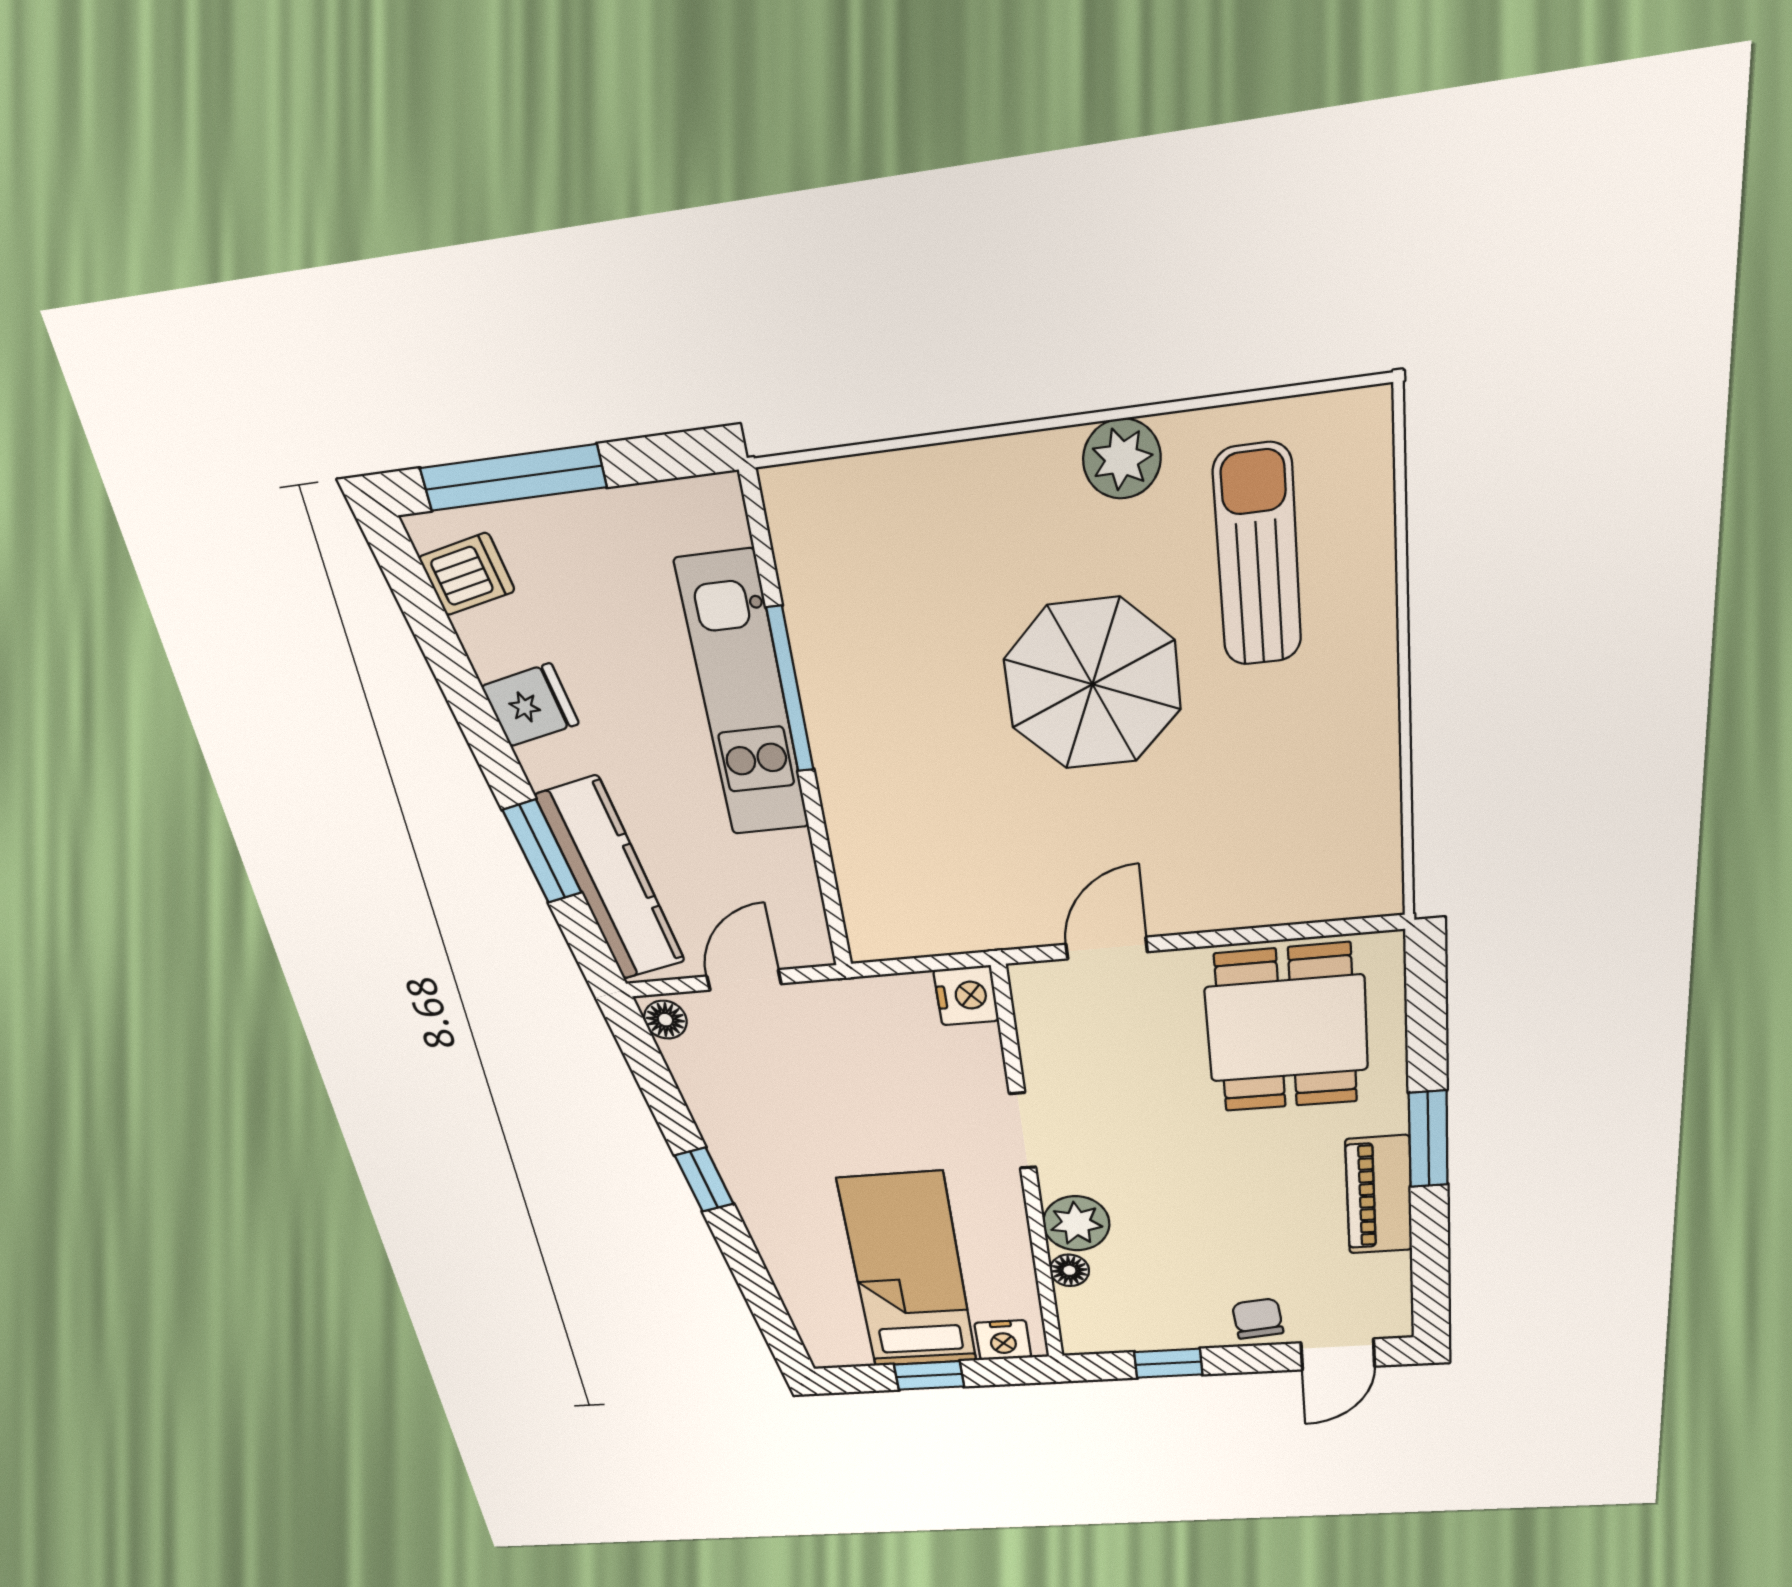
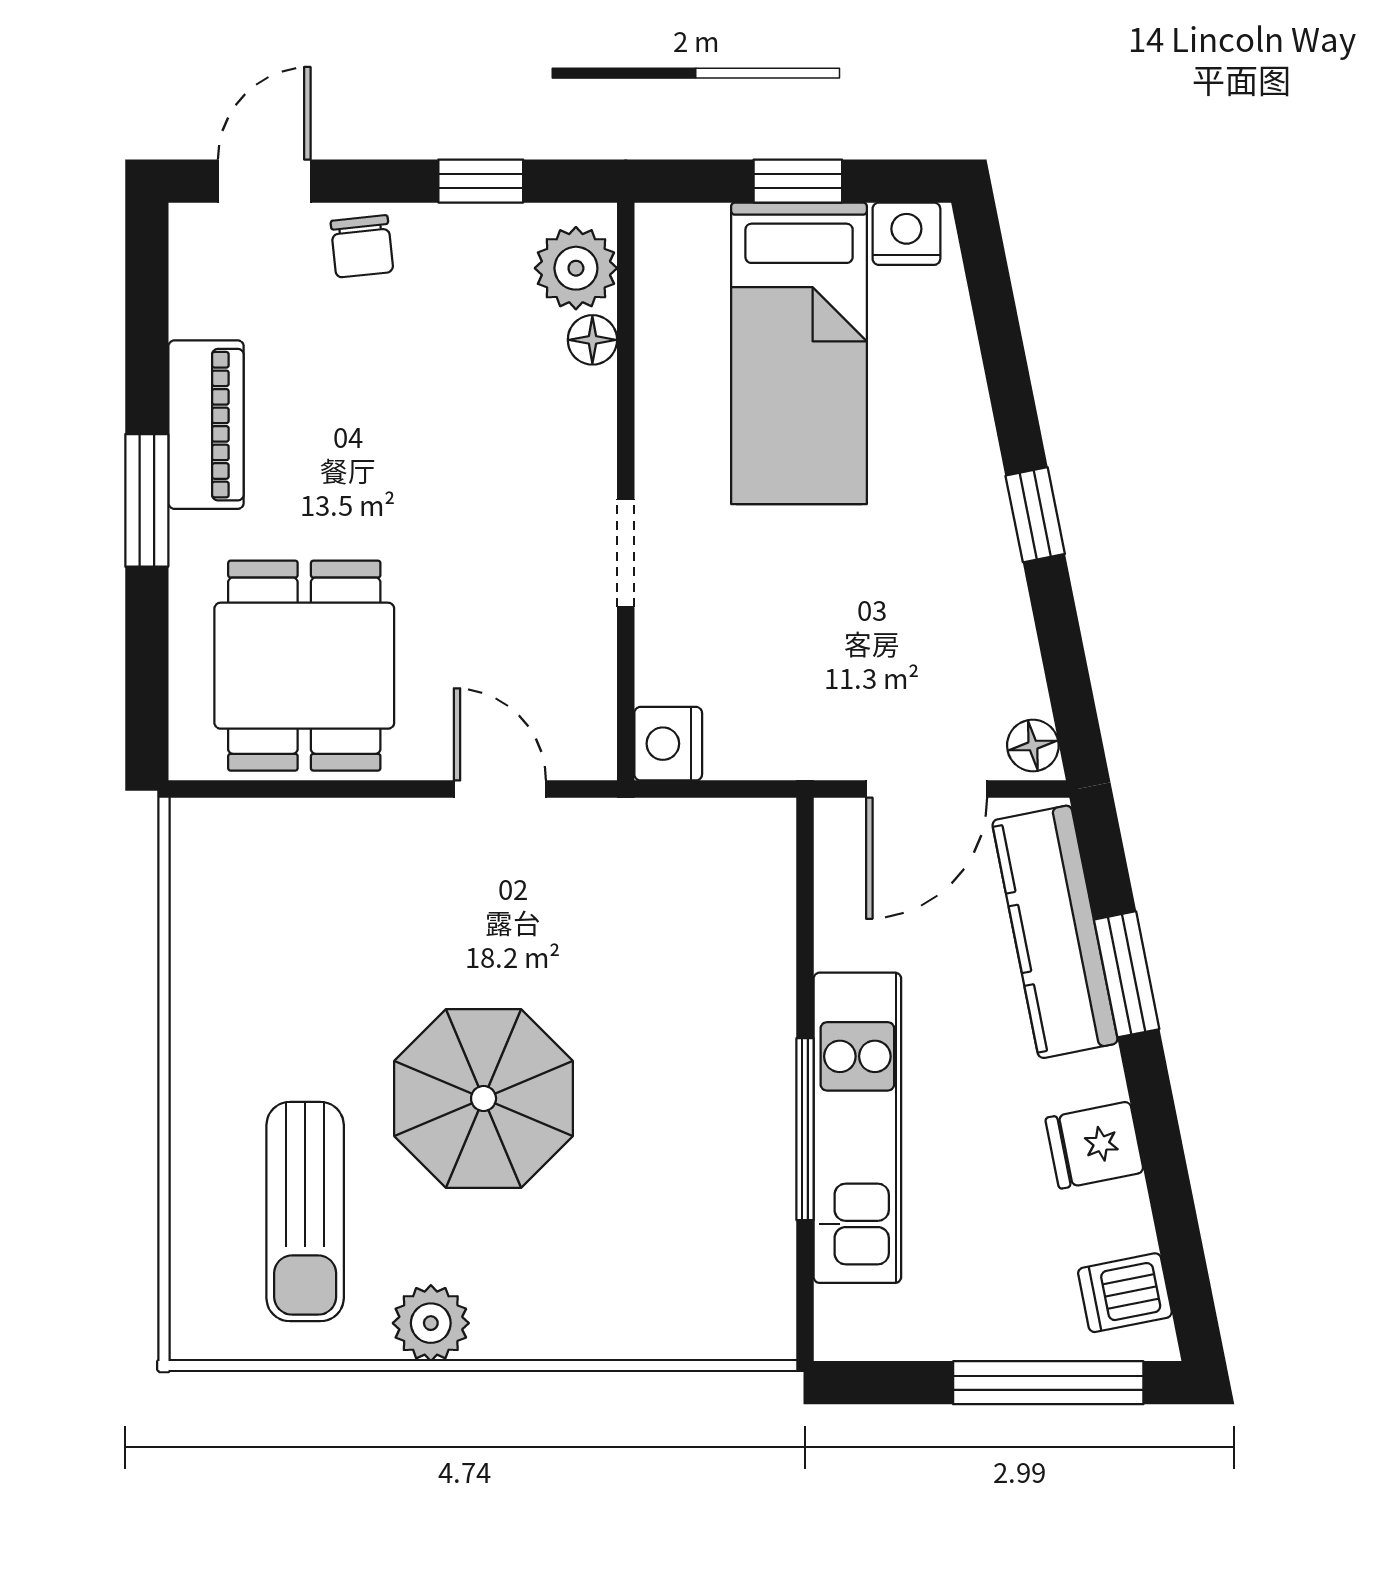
door: (1107, 948) -> (500, 789), swing flipped
door: (744, 980) -> (927, 789), width x1.37
plant: (1076, 1223) -> (576, 268), moved
nightstand: (1003, 1340) -> (906, 234), moved

